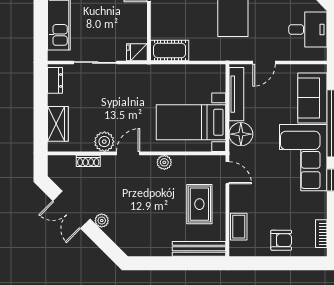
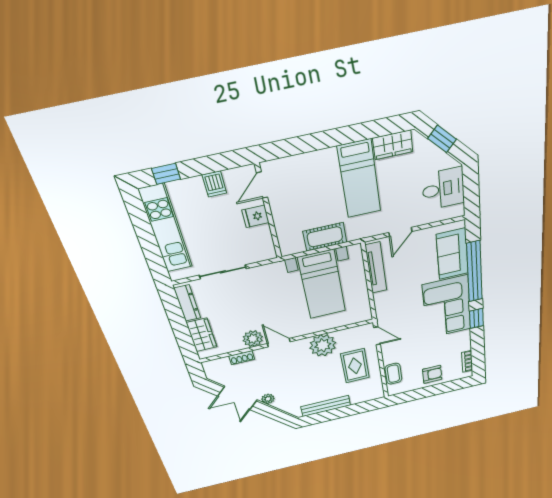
cot: (170, 50) -> (325, 237), moved
fridge: (137, 52) -> (256, 216), moved
dresser: (55, 80) -> (187, 303), width x1.44
bed with nightstands: (191, 122) -> (322, 285), moved, turned -90
floor lamp: (241, 134) -> (385, 302), removed
door: (128, 153) -> (279, 343), hinge flipped
plant: (164, 162) -> (323, 345), width x1.88, depth x1.88
bench: (199, 249) -> (326, 406), moved

